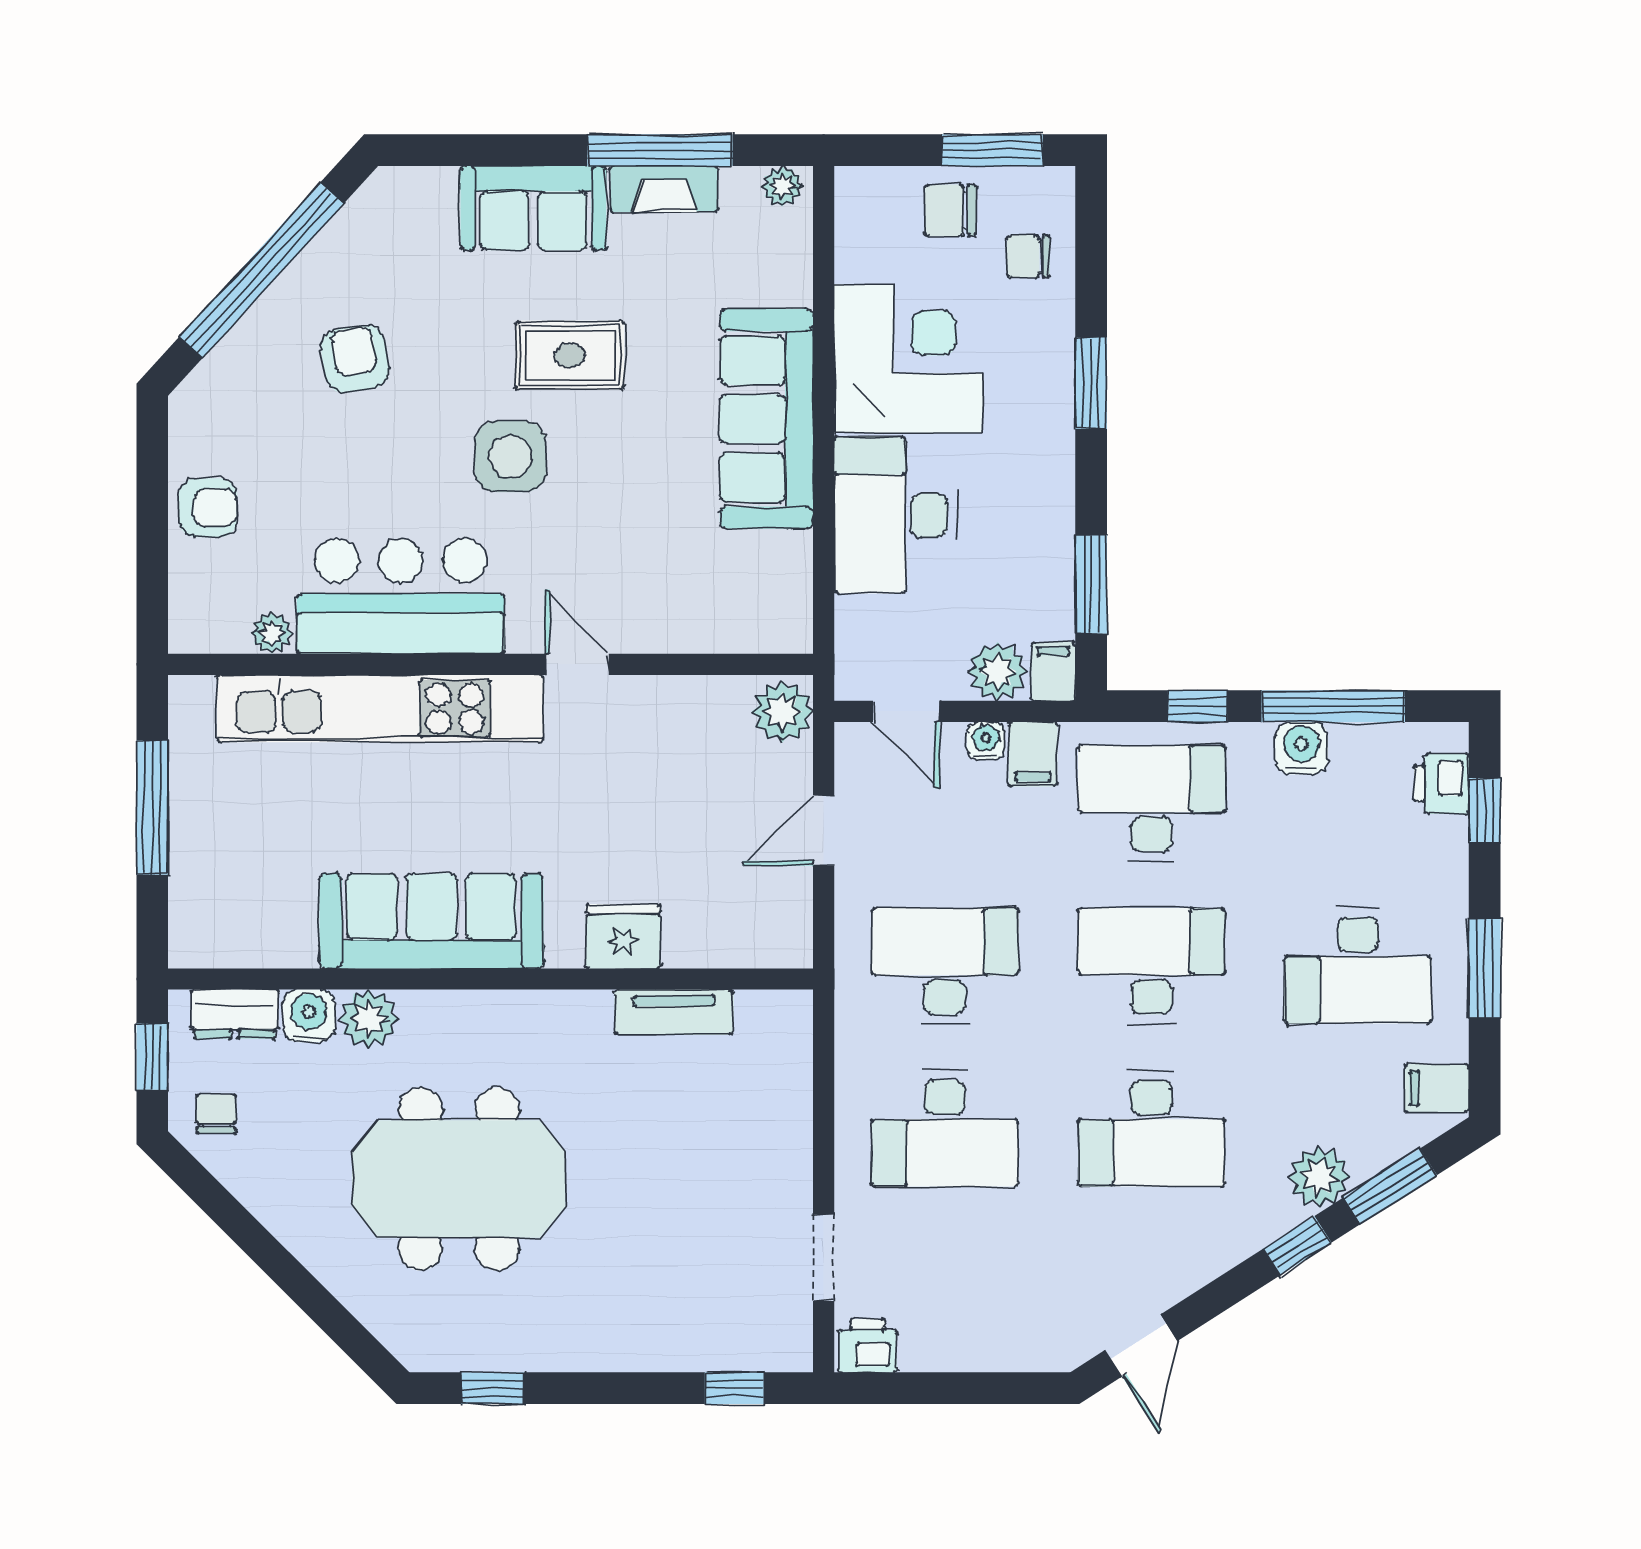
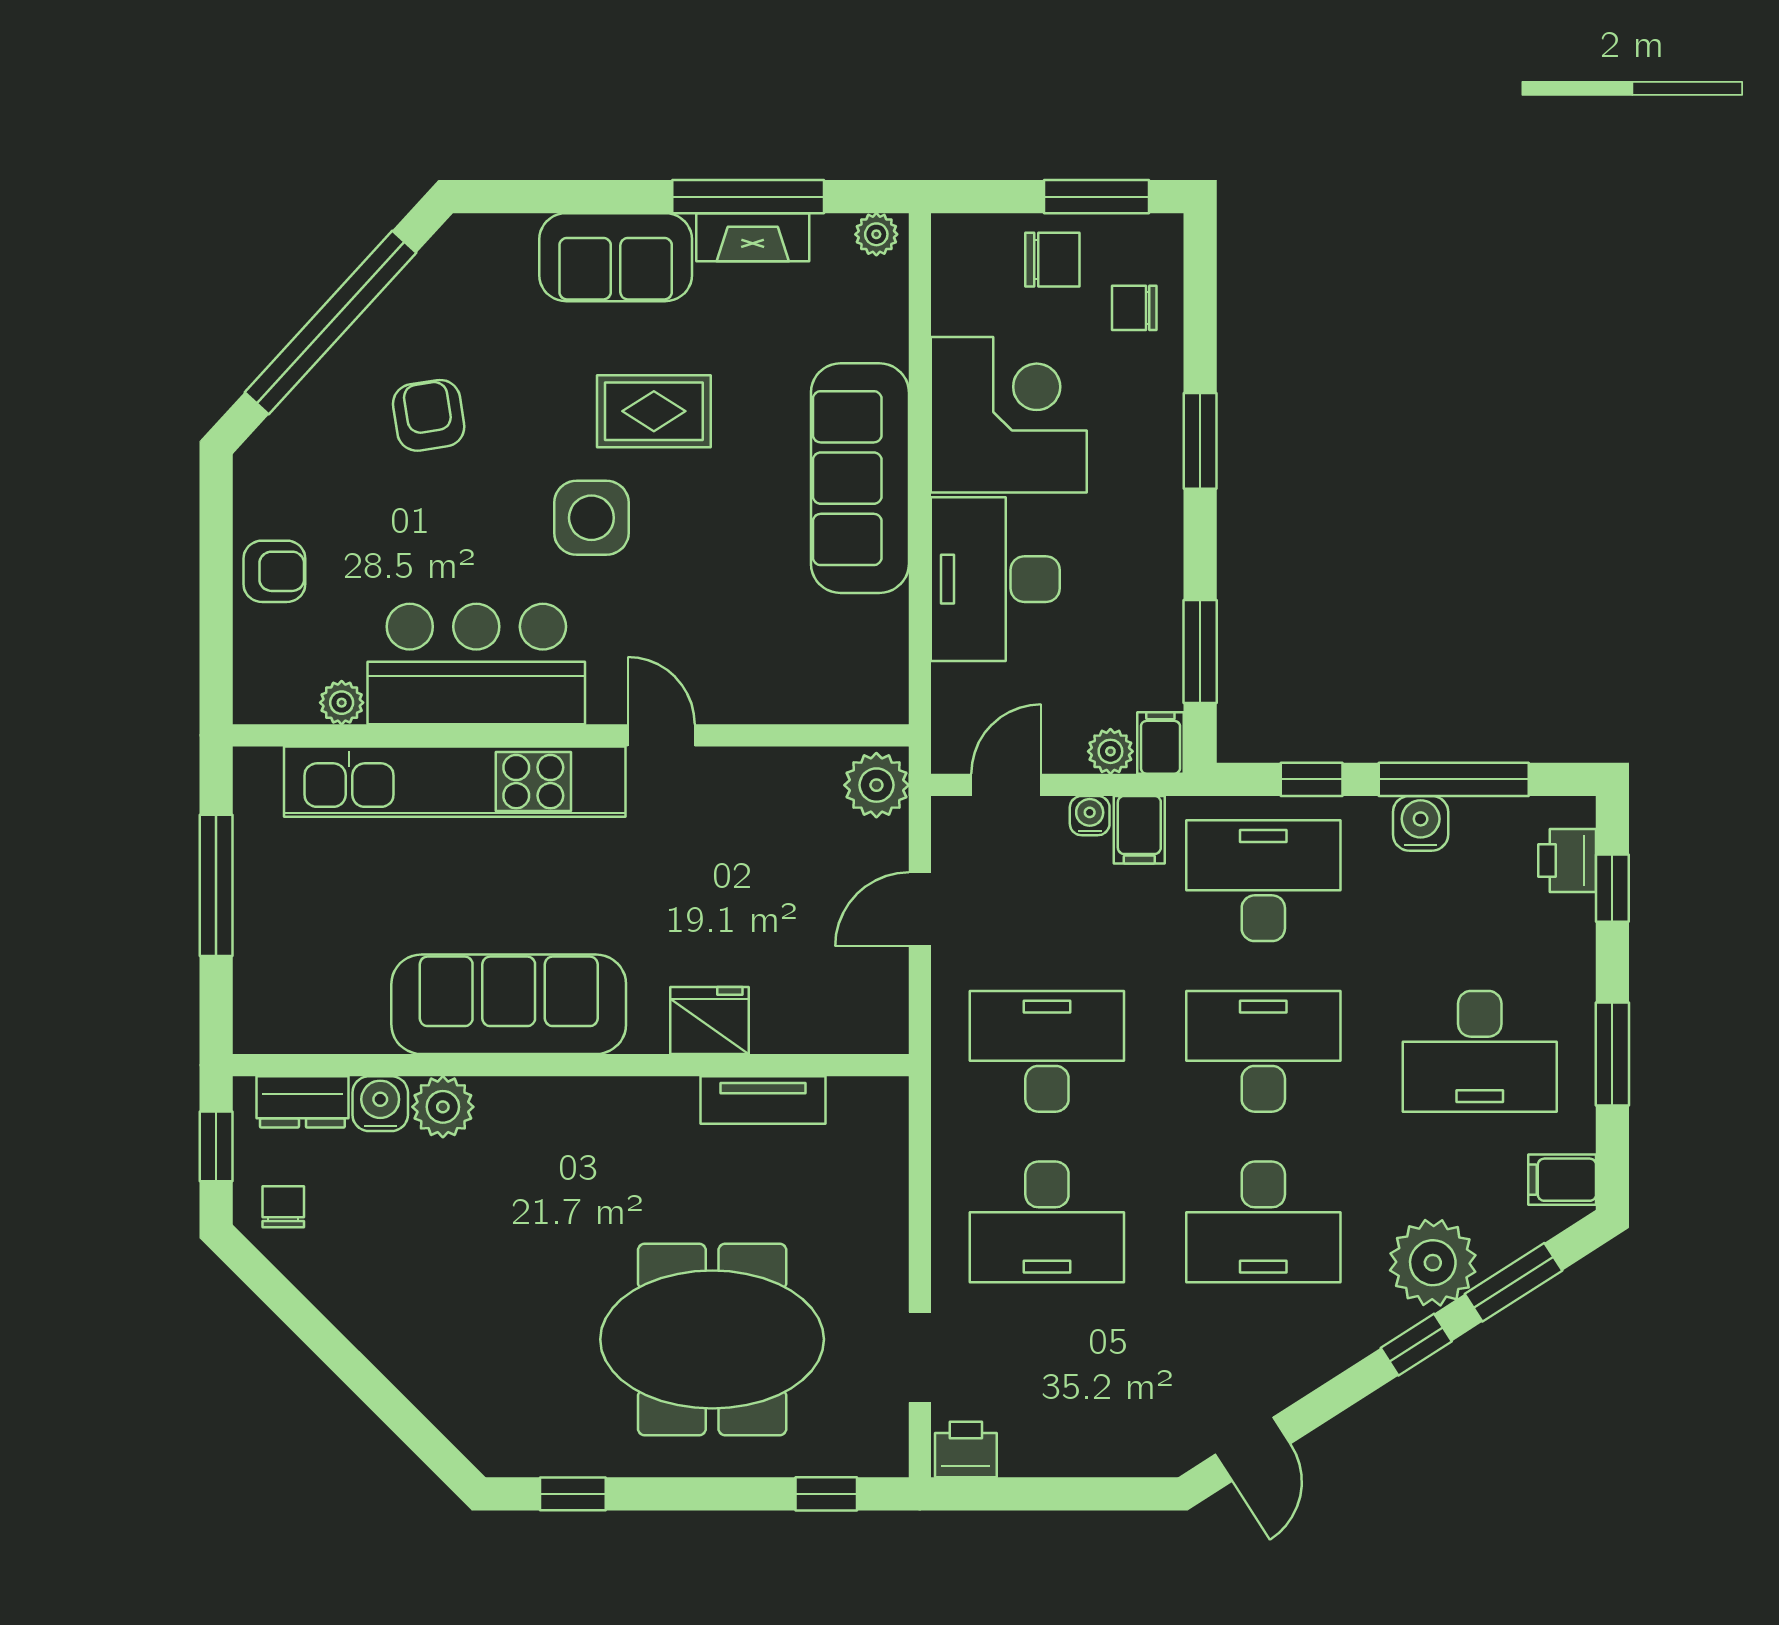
chair: (950, 210) -> (1052, 260), turned 180
plant: (998, 671) -> (1110, 751), width x0.73, depth x0.73
door: (906, 711) -> (1006, 785), swing flipped
plant: (1319, 1177) -> (1433, 1263), width x1.36, depth x1.36
meeting table: (459, 1179) -> (712, 1339), moved

